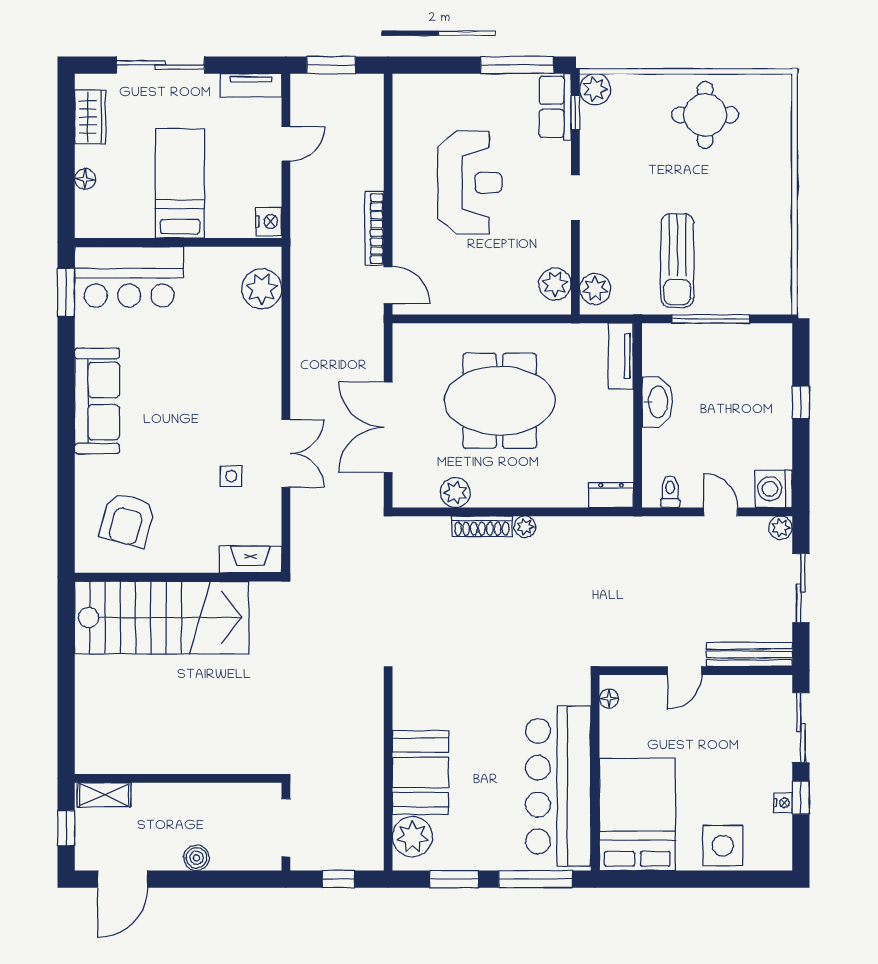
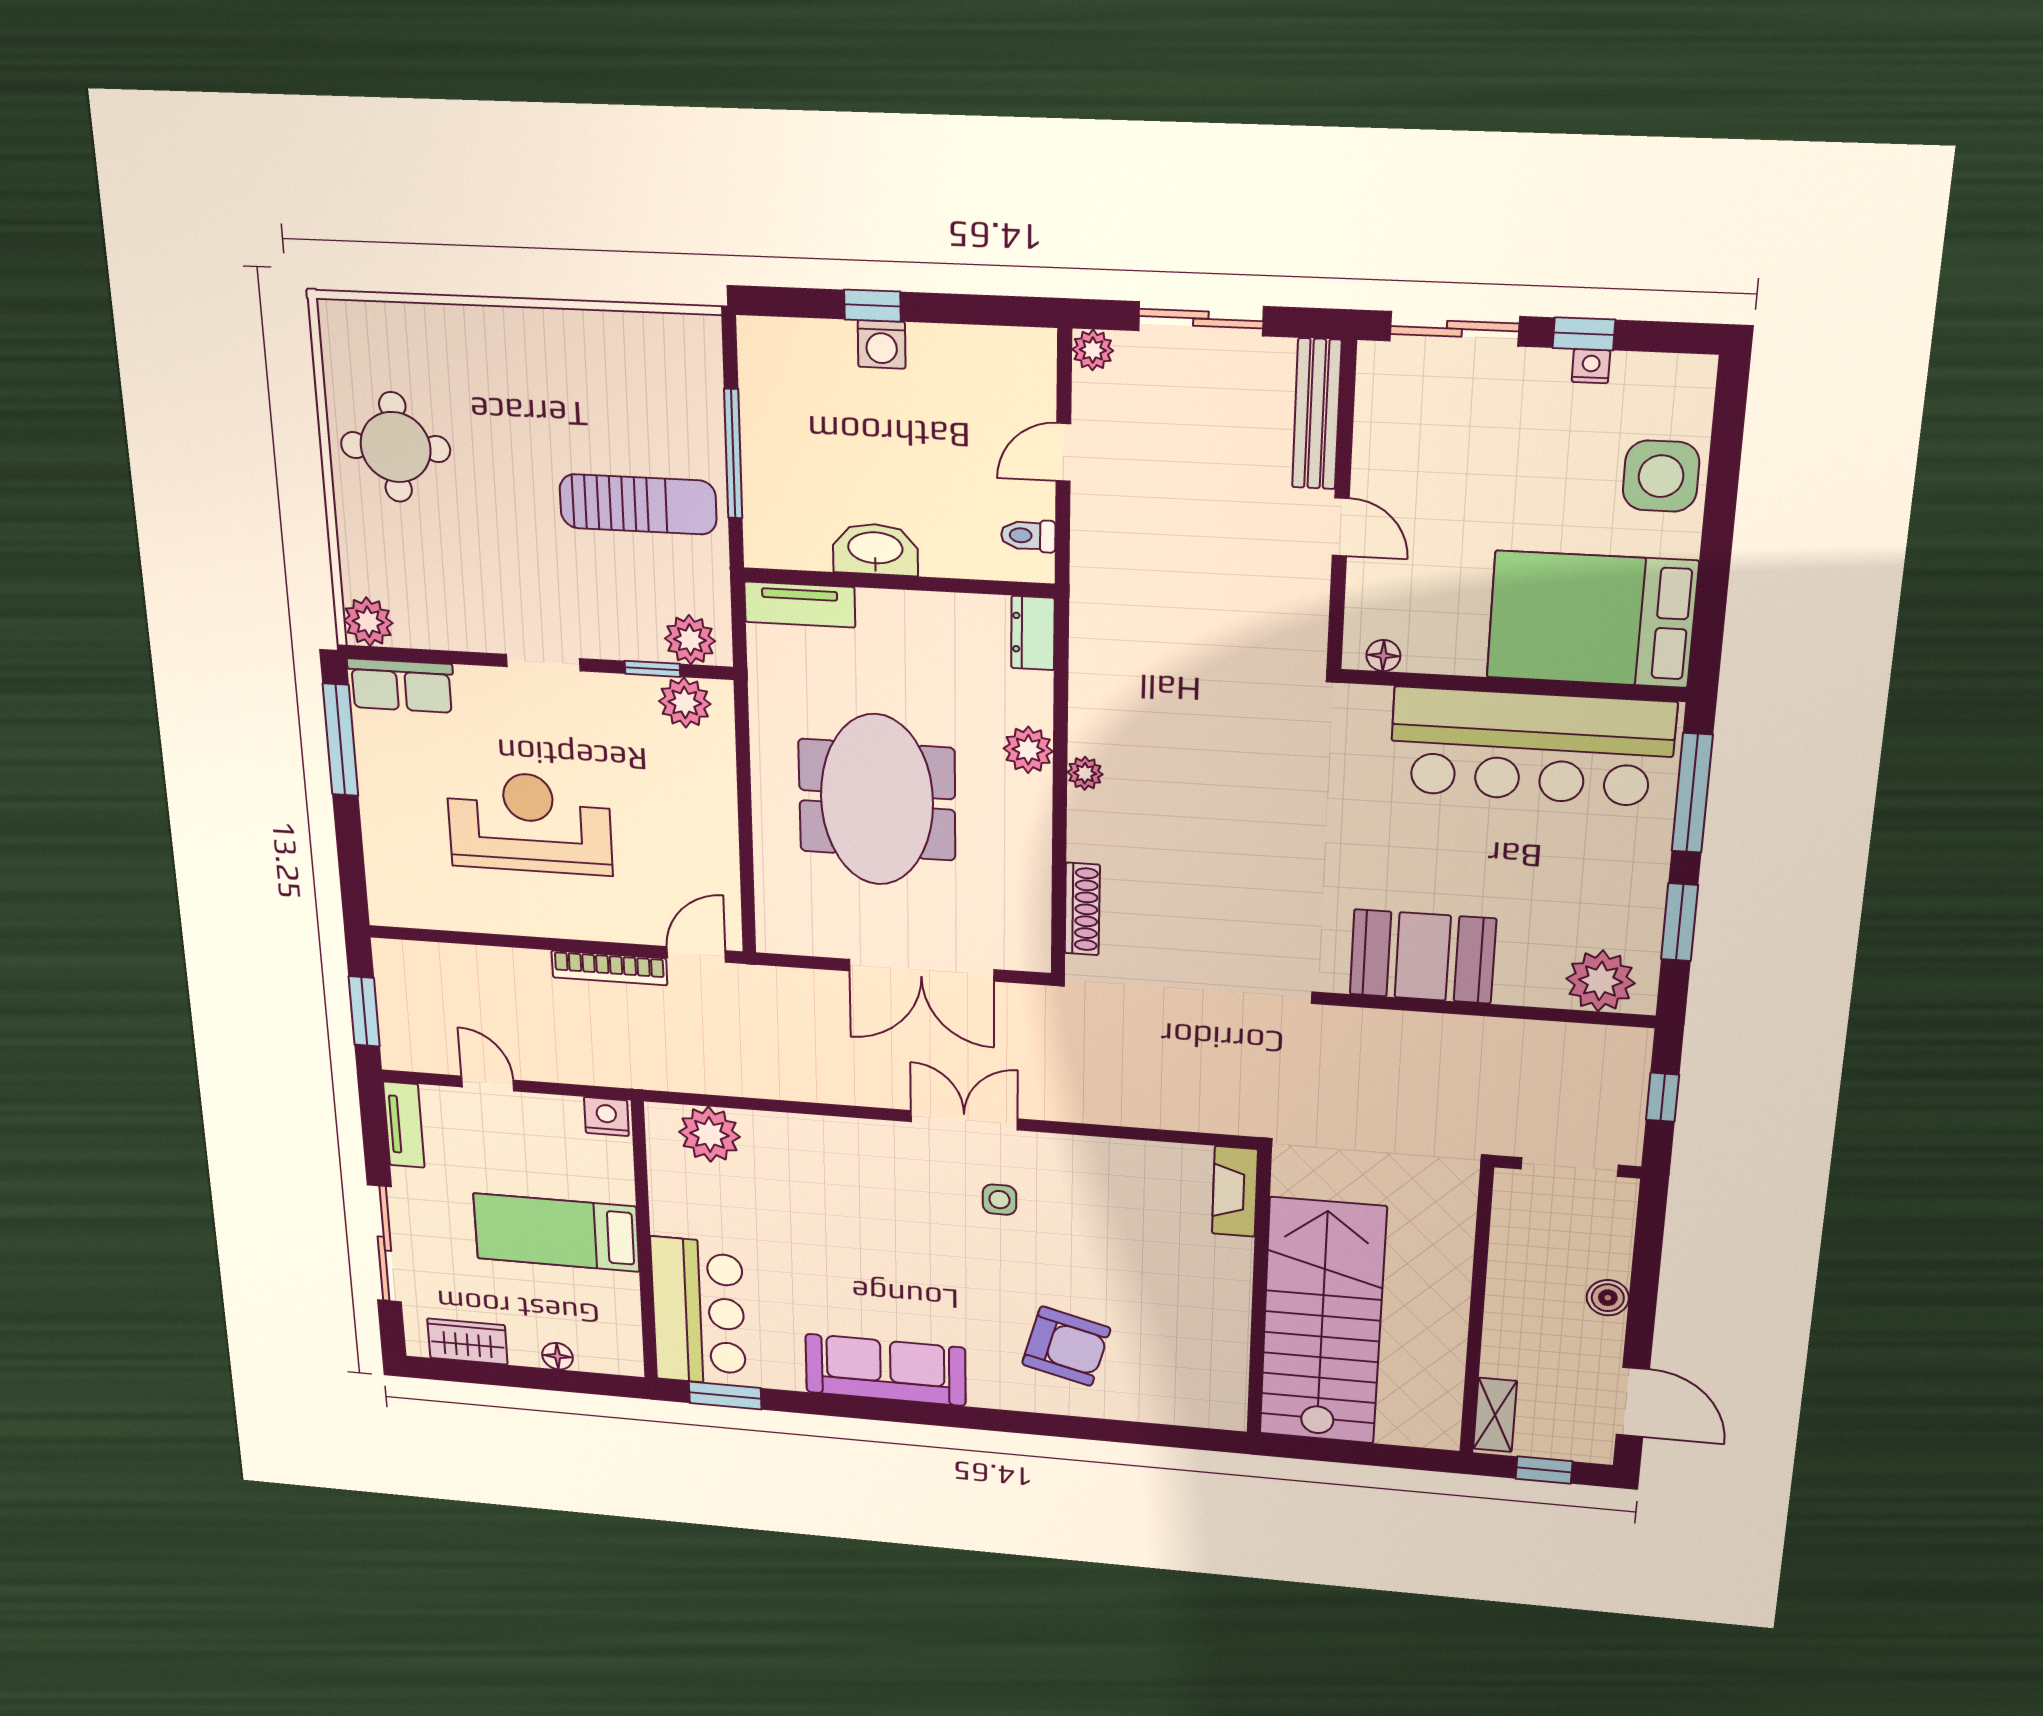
window: (575, 113) -> (652, 669), moved
washing machine: (774, 489) -> (882, 344), moved, width x0.73, depth x0.73
plant: (455, 493) -> (1028, 750), moved
shoe rack: (482, 526) -> (1082, 909), moved
fireplace: (250, 559) -> (1235, 1192), moved
wall: (178, 577) -> (1259, 1294), moved
stairs: (162, 618) -> (1322, 1322), moved
booth: (420, 772) -> (1423, 957), moved

